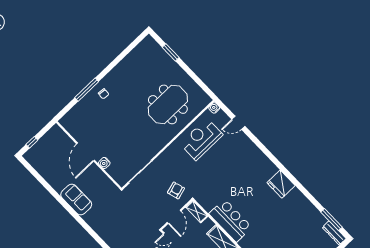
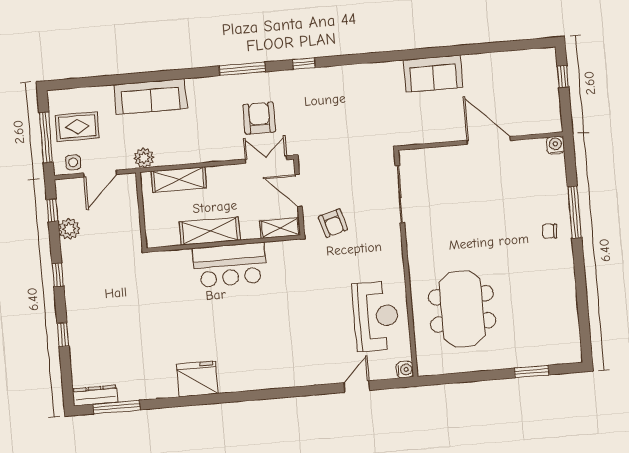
water cooler: (104, 163) -> (555, 145), moved
fridge: (281, 184) -> (197, 379), moved

